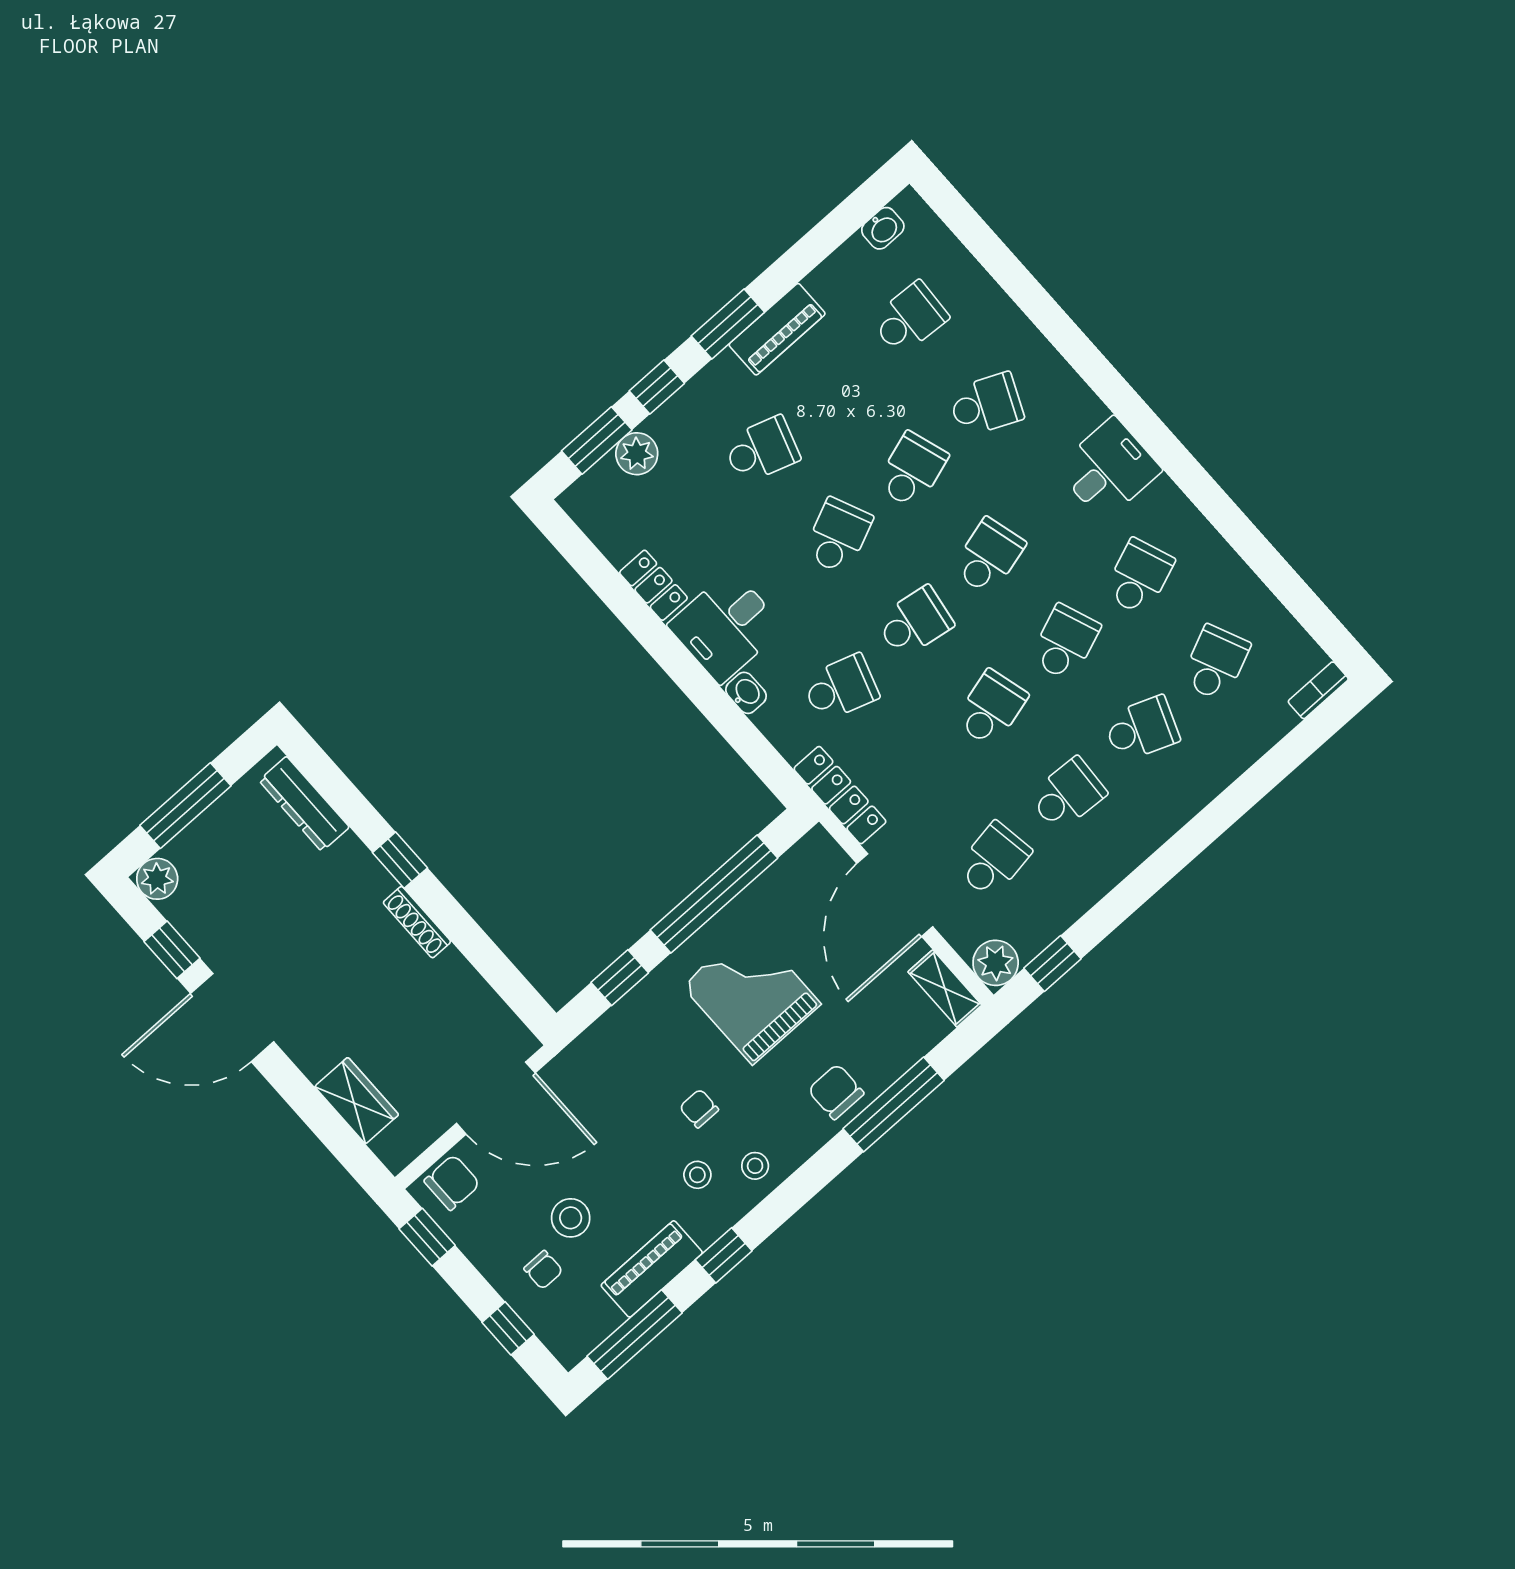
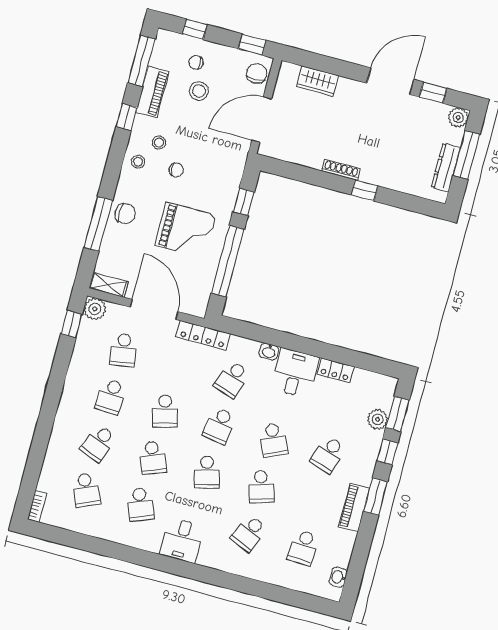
dresser: (304, 804) -> (446, 168), moved, turned -90
chair: (452, 1182) -> (257, 73), turned 180

